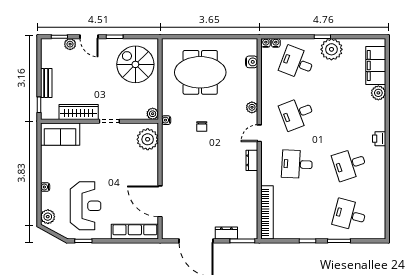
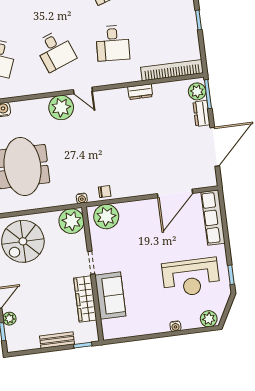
plant: (252, 107) -> (61, 108), width x1.88, depth x1.88
plant: (153, 114) -> (71, 221), width x1.88, depth x1.88
chair: (202, 126) -> (105, 192), moved
sofa: (60, 134) -> (110, 296), moved
dresser: (252, 160) -> (140, 92), moved
reception desk: (86, 206) -> (191, 277), turned 180
plant: (246, 232) -> (197, 91), added

